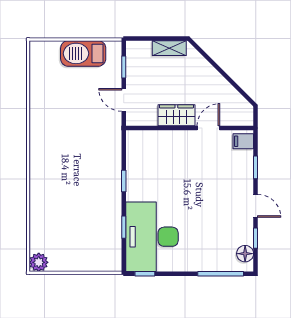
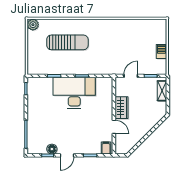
shelving: (169, 48) -> (162, 91), moved
barbecue: (83, 53) -> (161, 51), width x0.53, depth x0.65
sun lounger: (68, 205) -> (67, 42), added
desk: (152, 237) -> (74, 93), moved
floor lamp: (245, 254) -> (52, 149), moved

